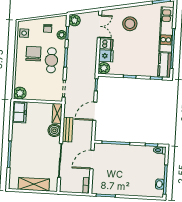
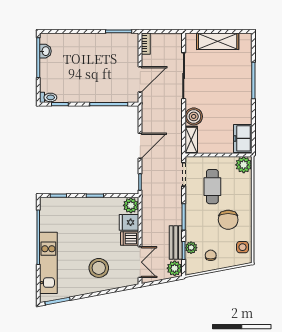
double door: (99, 26) -> (140, 262), swing flipped
cafe table: (51, 60) -> (212, 187), moved
kitchen counter: (165, 65) -> (48, 214), removed
bench: (68, 130) -> (176, 243), moved

